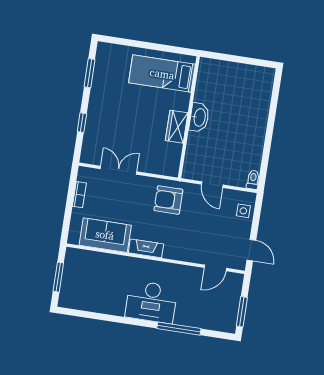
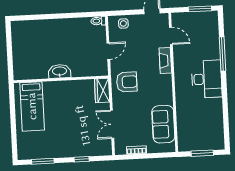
wardrobe: (177, 127) -> (102, 90), moved, turned 90
armchair: (168, 200) -> (127, 82), turned -90
fireplace: (146, 248) -> (165, 60), moved

